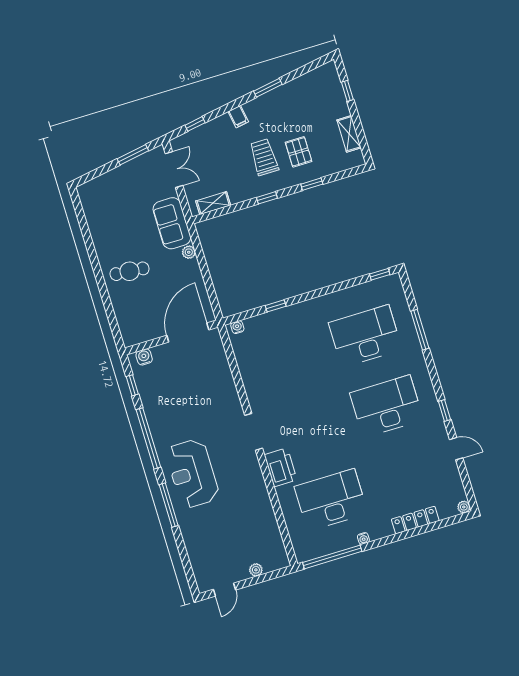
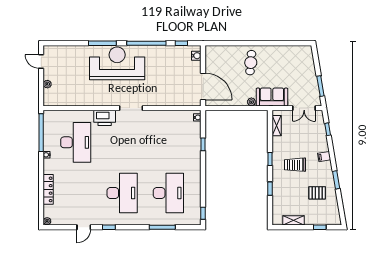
pallet: (299, 152) -> (317, 193), moved
trolley: (264, 157) -> (295, 165), turned 180
reception desk: (192, 474) -> (117, 63), width x1.36, depth x1.30

